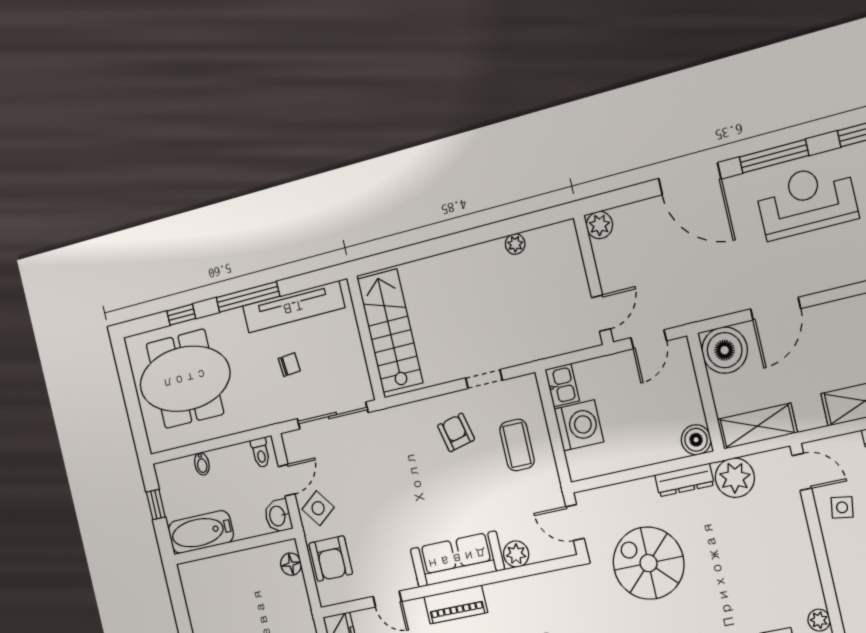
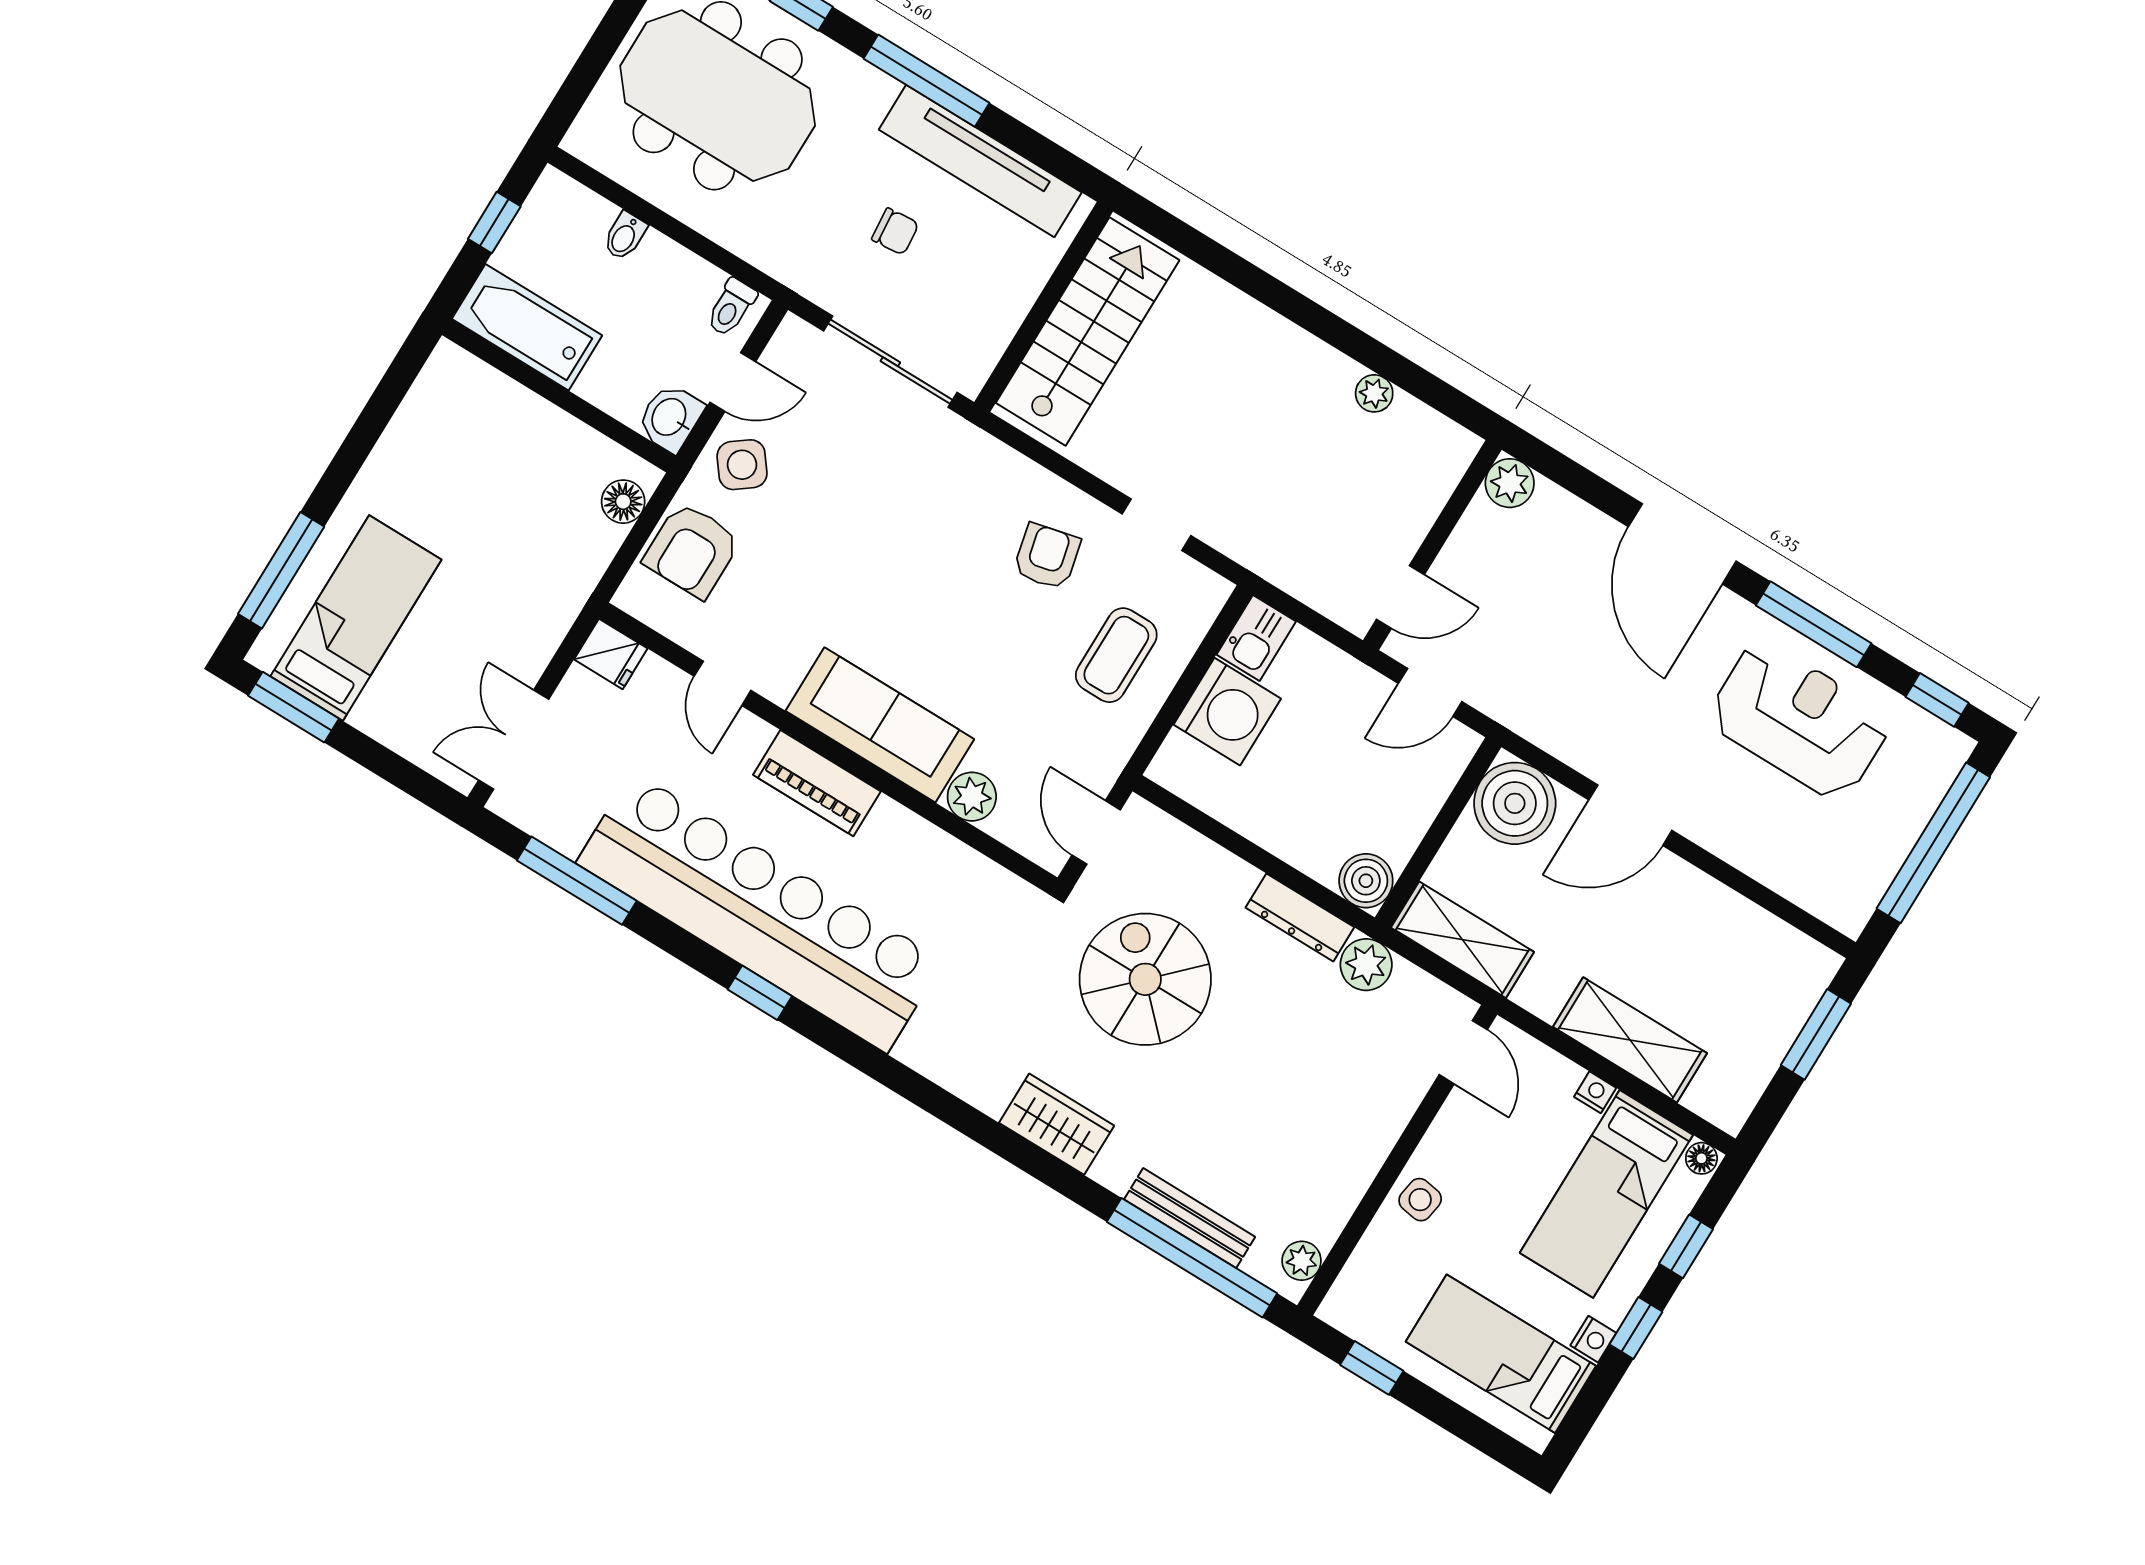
plant: (735, 478) -> (1366, 965), width x0.73, depth x0.73
side table: (842, 507) -> (1420, 1200), moved

